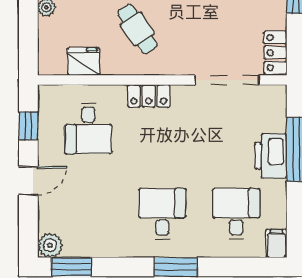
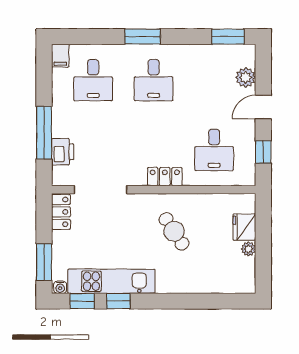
fridge: (83, 62) -> (244, 227), moved, turned 90
desk: (88, 128) -> (214, 150), turned 180
printer: (271, 156) -> (63, 152), moved, width x0.73, depth x0.84
plant: (50, 245) -> (246, 77), moved

